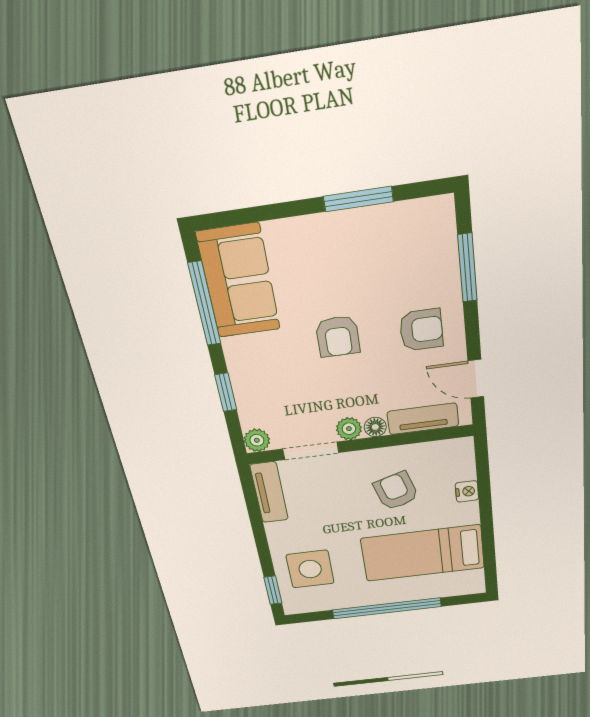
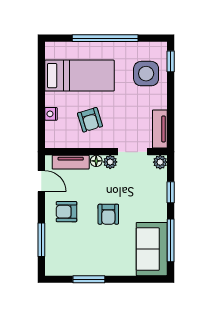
armchair: (338, 336) -> (108, 214), turned 180

